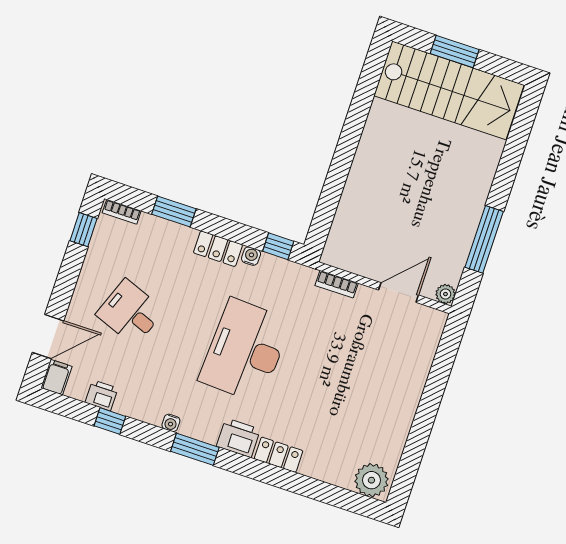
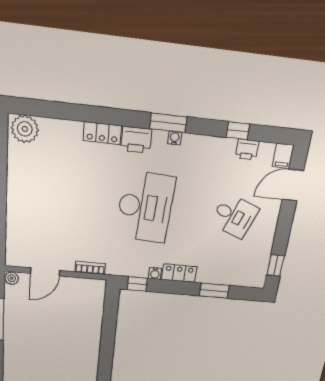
bookcase: (122, 212) -> (250, 283), removed
water cooler: (171, 423) -> (175, 138), moved

